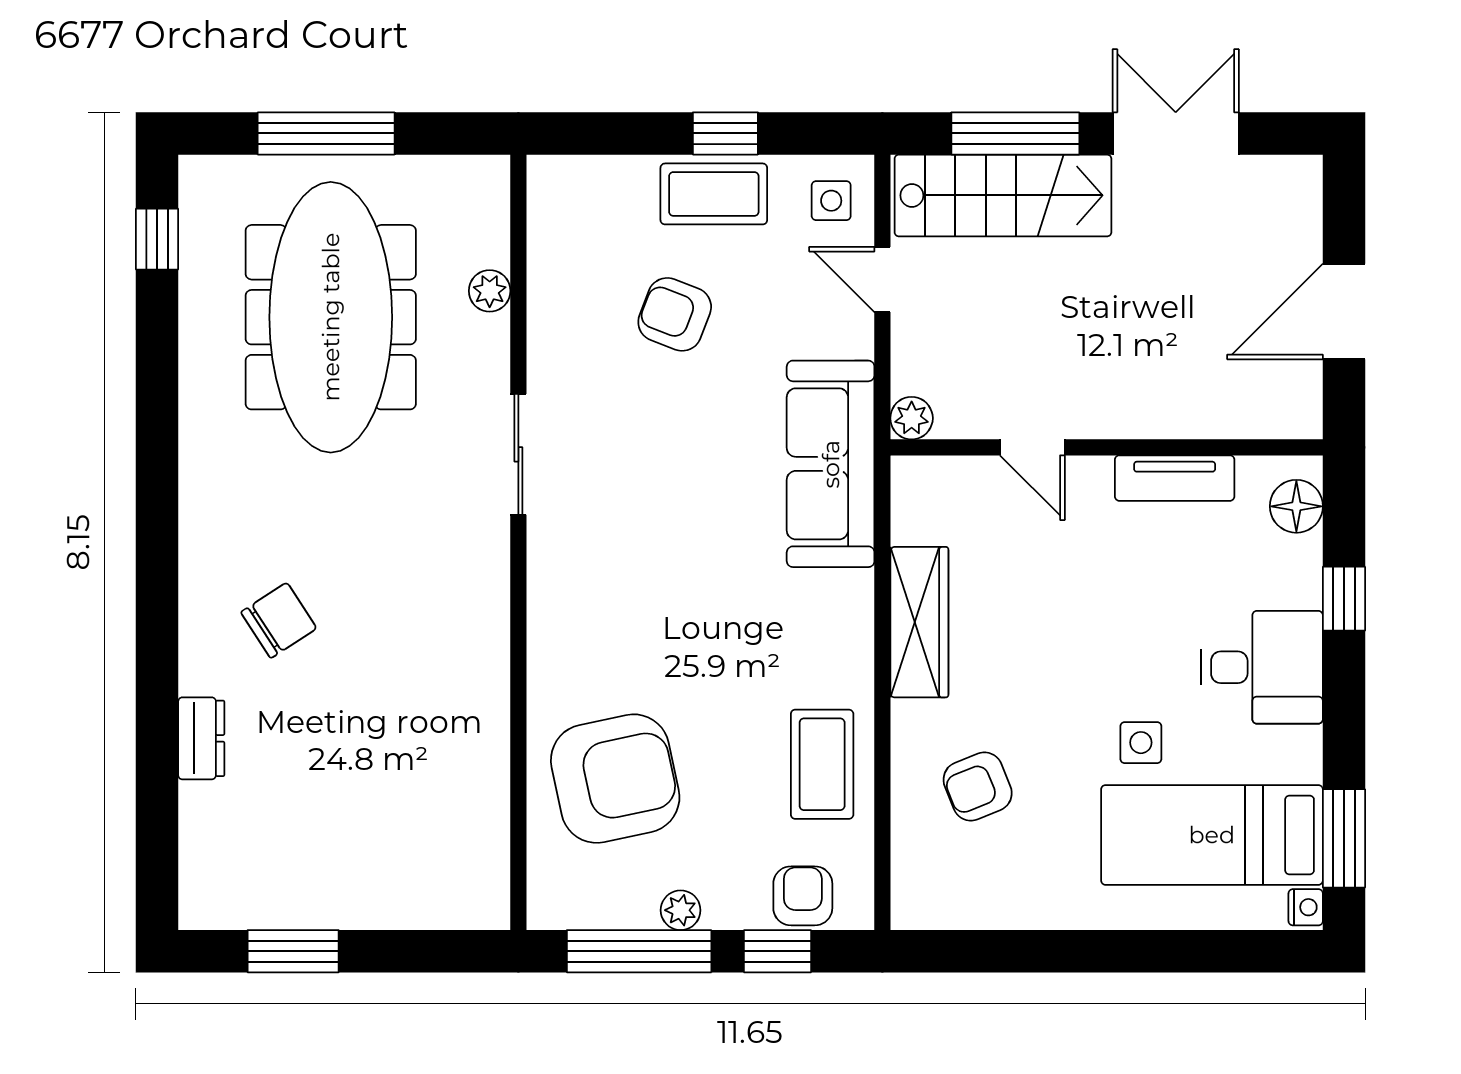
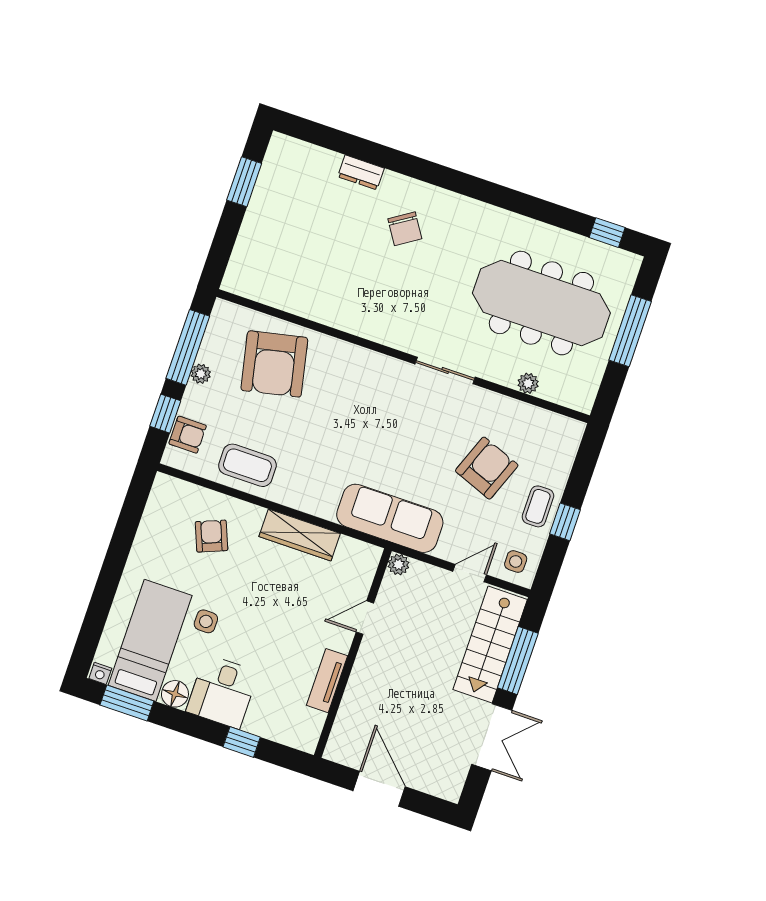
coffee table: (714, 194) -> (538, 506), width x0.73, depth x0.77
armchair: (675, 314) -> (487, 468), width x1.38, depth x1.38
floor lamp: (1296, 506) -> (175, 694), moved

